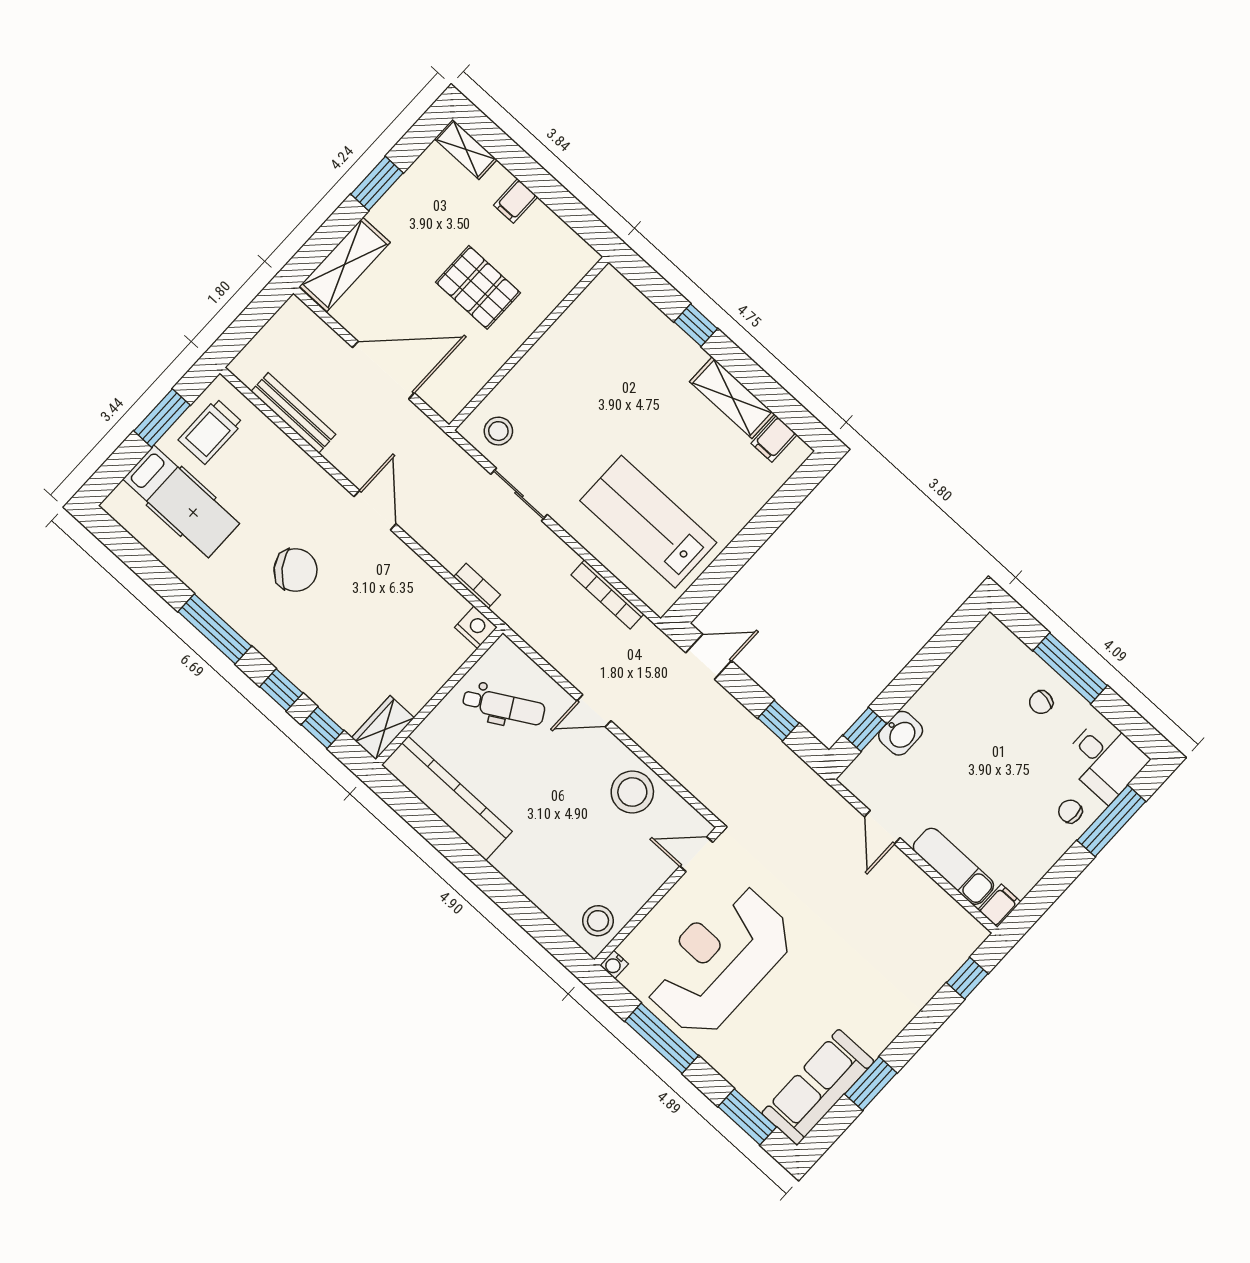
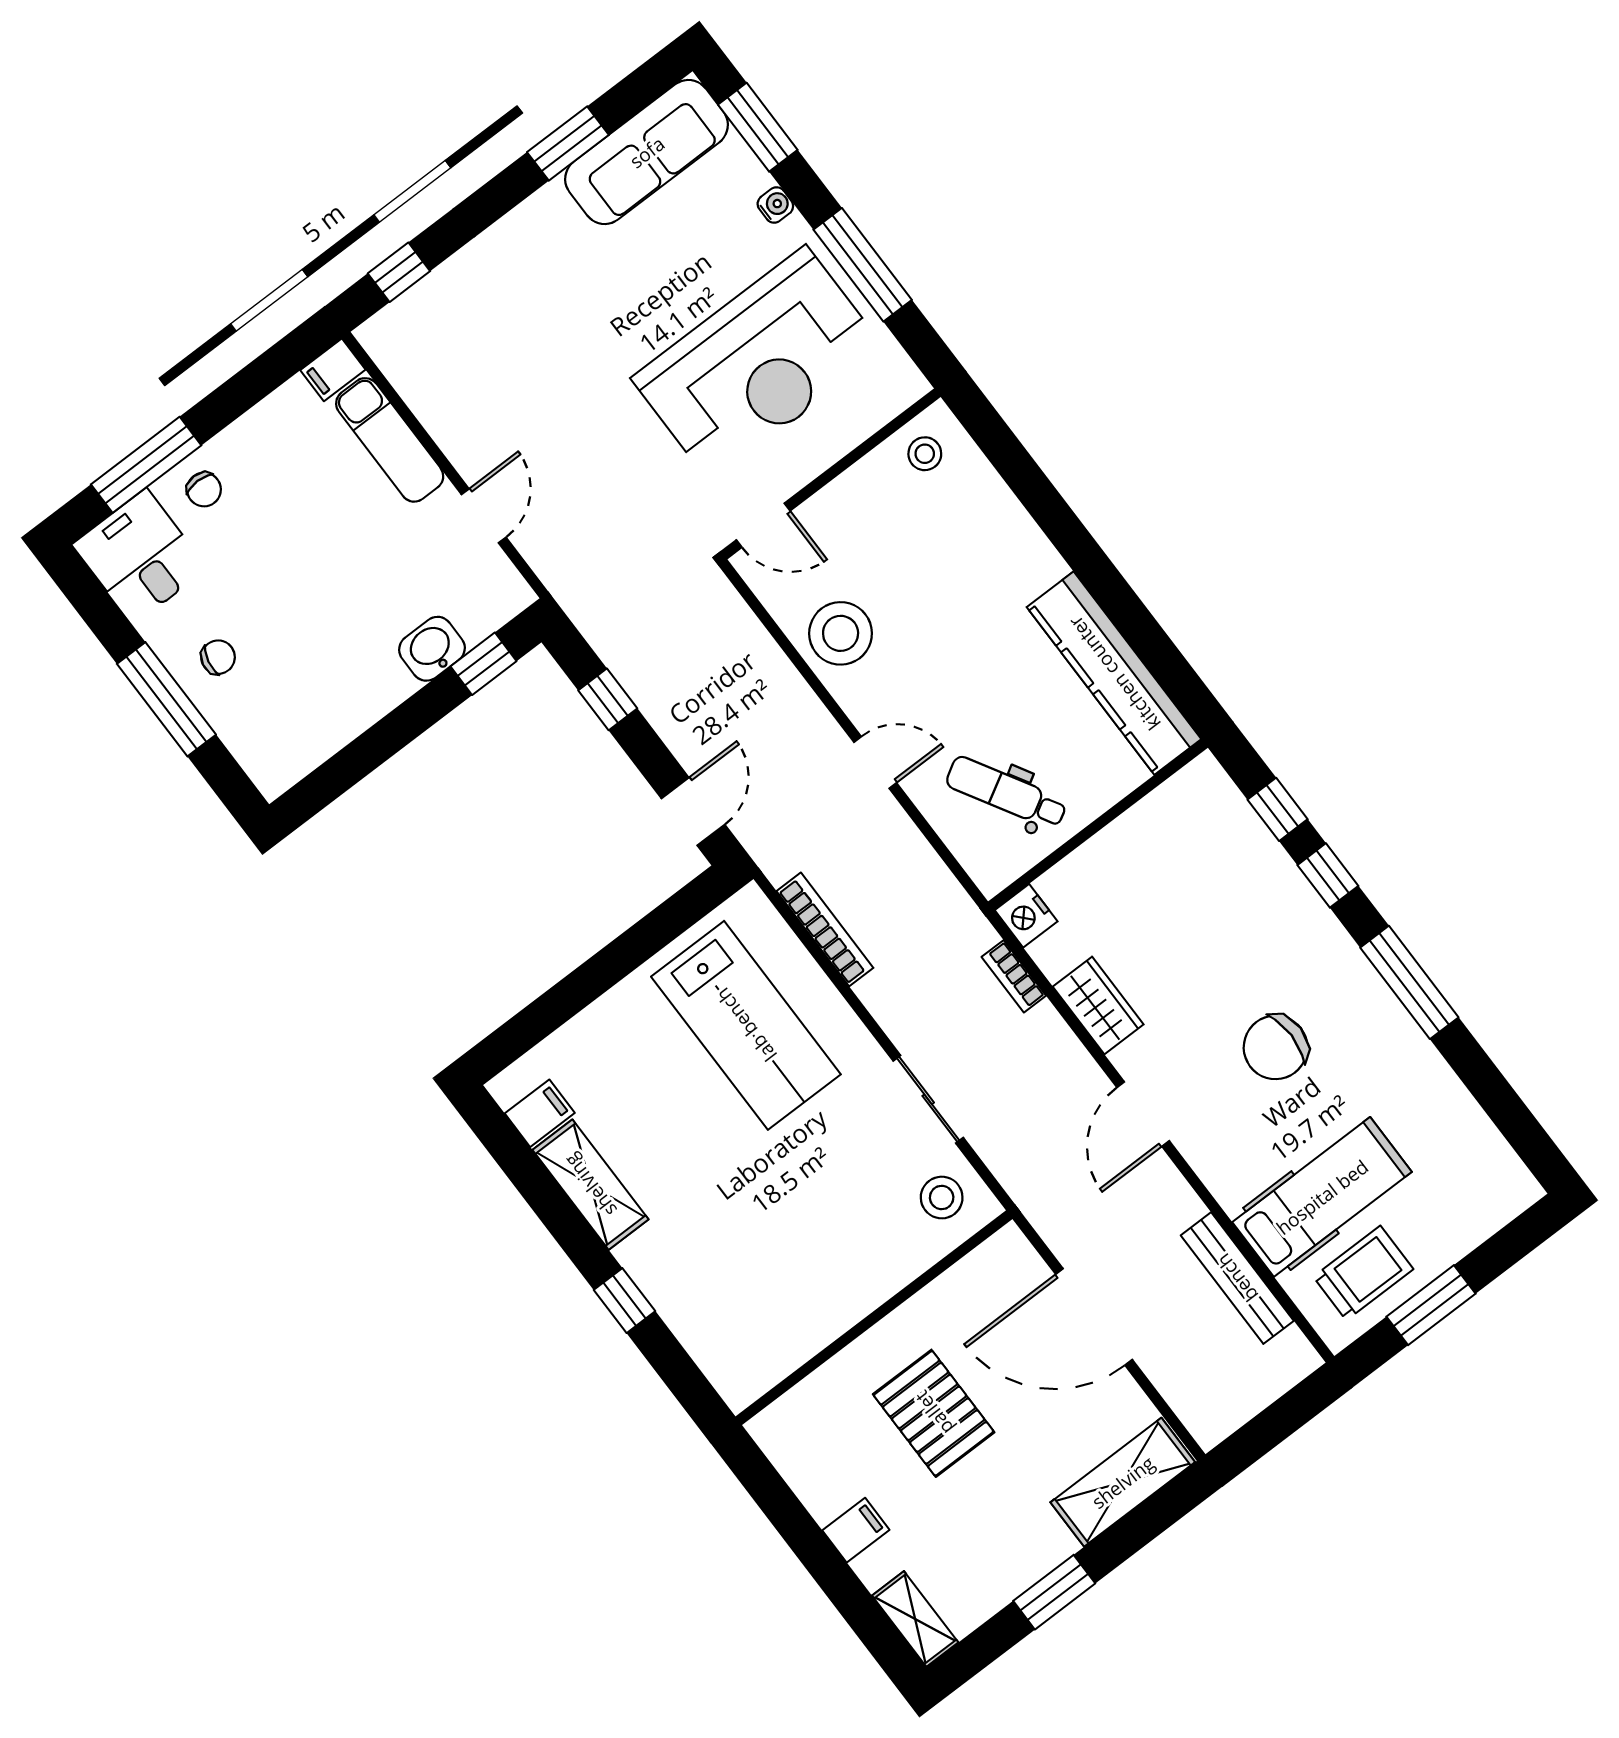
hospital bed: (181, 501) -> (1322, 1197), moved, turned 90
chair: (295, 570) -> (1276, 1047), turned -54
door: (709, 657) -> (693, 811), swing flipped
wardrobe: (383, 728) -> (1098, 1005), moved, turned -90
stool: (598, 921) -> (925, 454), width x0.73, depth x0.73
water cooler: (614, 965) -> (775, 205), moved

